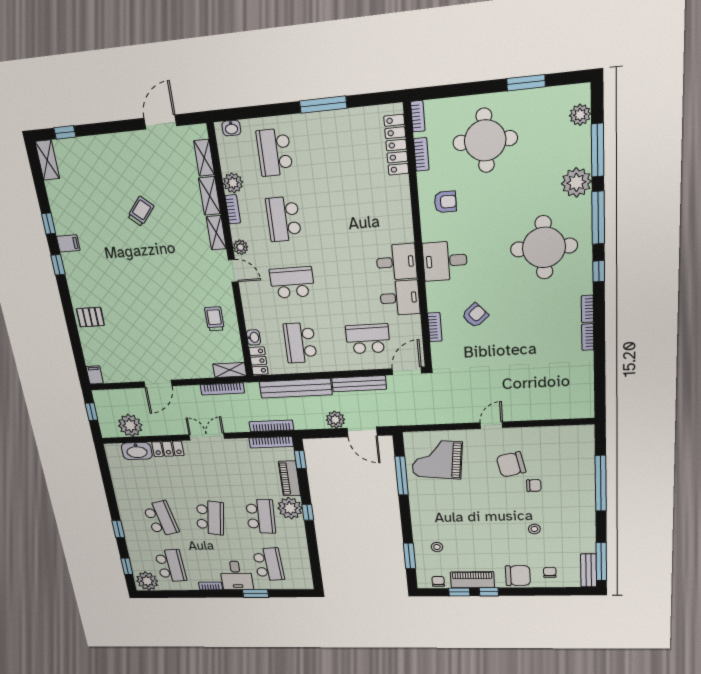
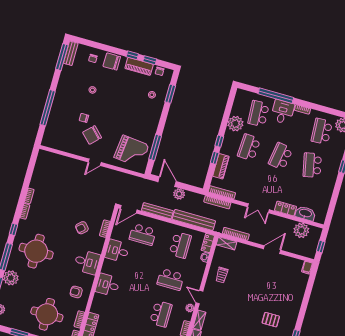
desk: (396, 262) -> (108, 285), moved
pallet: (90, 317) -> (271, 320), moved
window: (300, 459) -> (215, 158), moved
chair: (511, 464) -> (92, 135), turned 147
plant: (290, 508) -> (235, 124), moved
window: (256, 593) -> (276, 96), width x2.11

